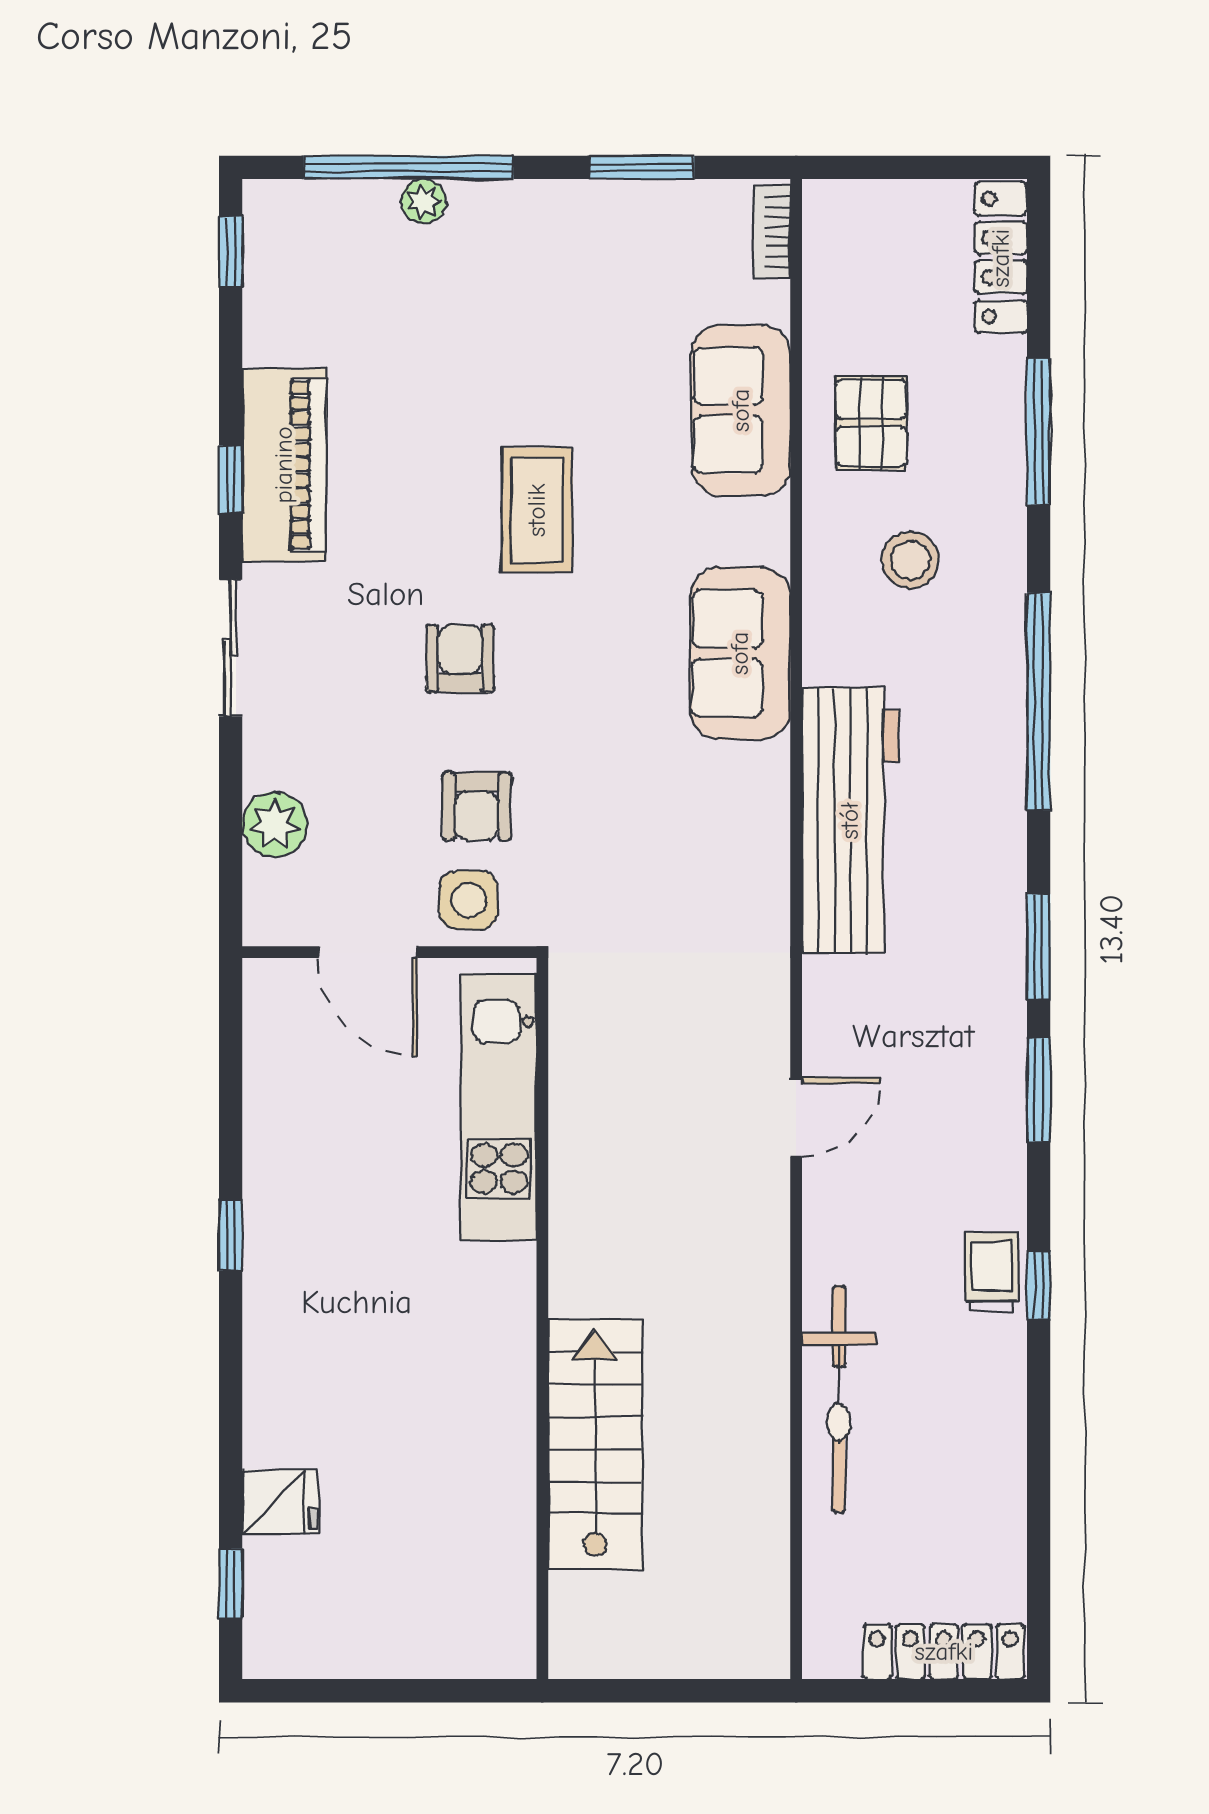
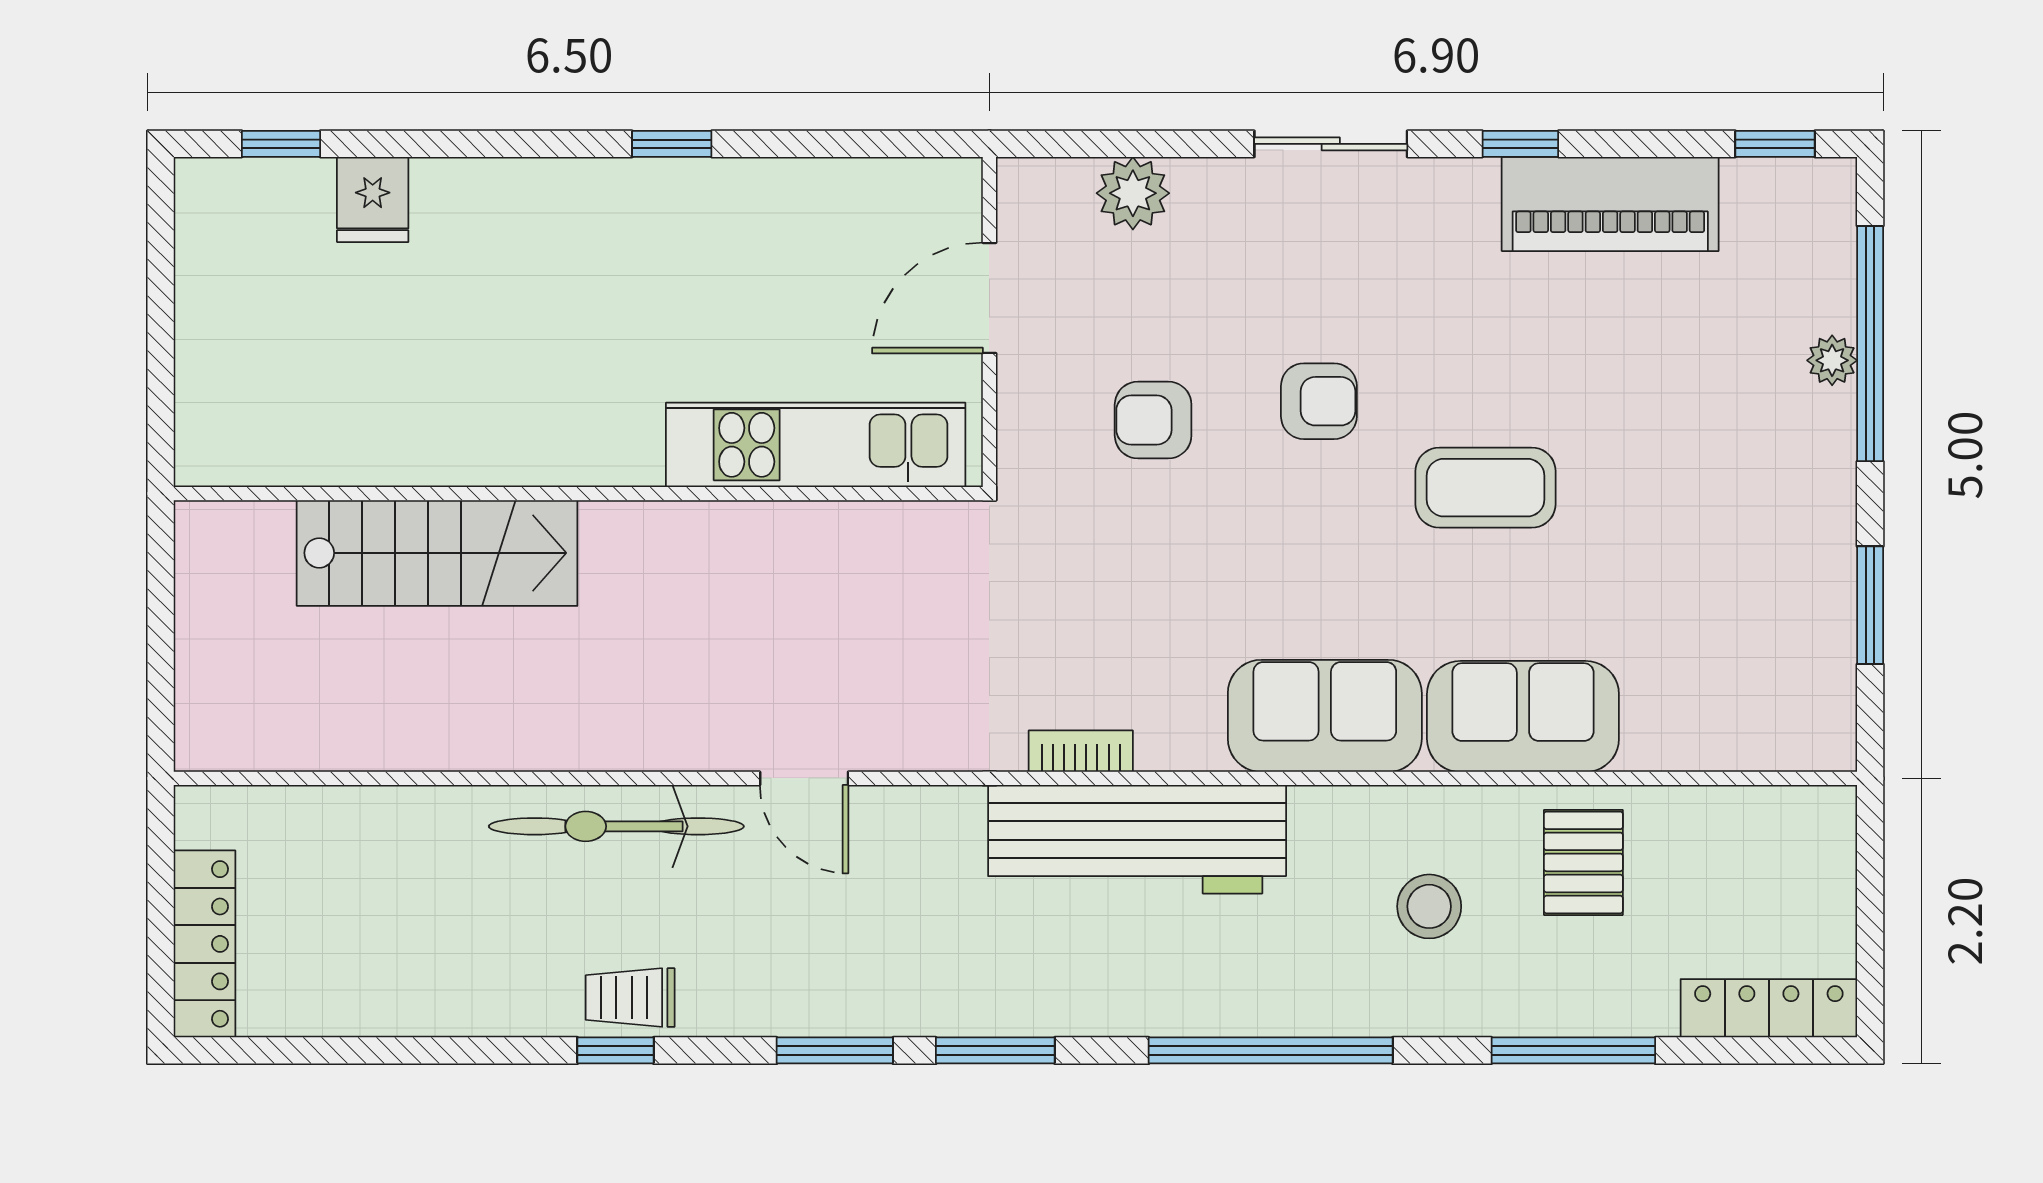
bookcase: (772, 232) -> (1081, 751), moved
sofa: (741, 410) -> (1523, 716), moved
pallet: (871, 423) -> (1583, 862), turned 90
piano: (284, 465) -> (1610, 204), moved
side table: (469, 900) -> (1048, 411), removed
trolley: (991, 1272) -> (630, 998), turned 180
bicycle: (839, 1399) -> (616, 826), moved

